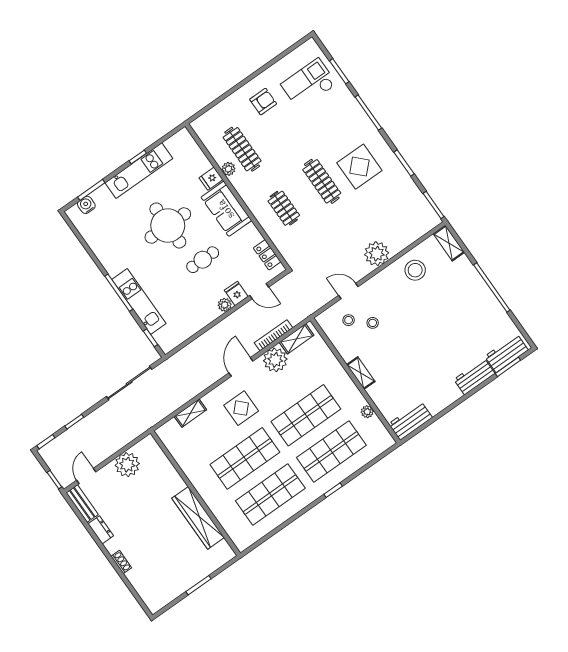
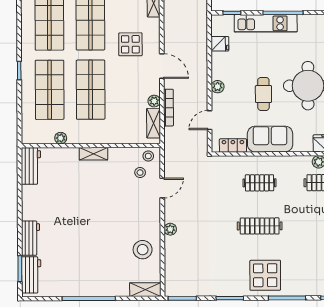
display table: (359, 167) -> (265, 275), moved
sofa: (226, 209) -> (270, 139), moved
plant: (377, 254) -> (170, 229), width x0.53, depth x0.53
fridge: (236, 293) -> (220, 44), moved
stool: (373, 323) -> (148, 156), moved
plant: (275, 360) -> (154, 101), width x0.53, depth x0.53

